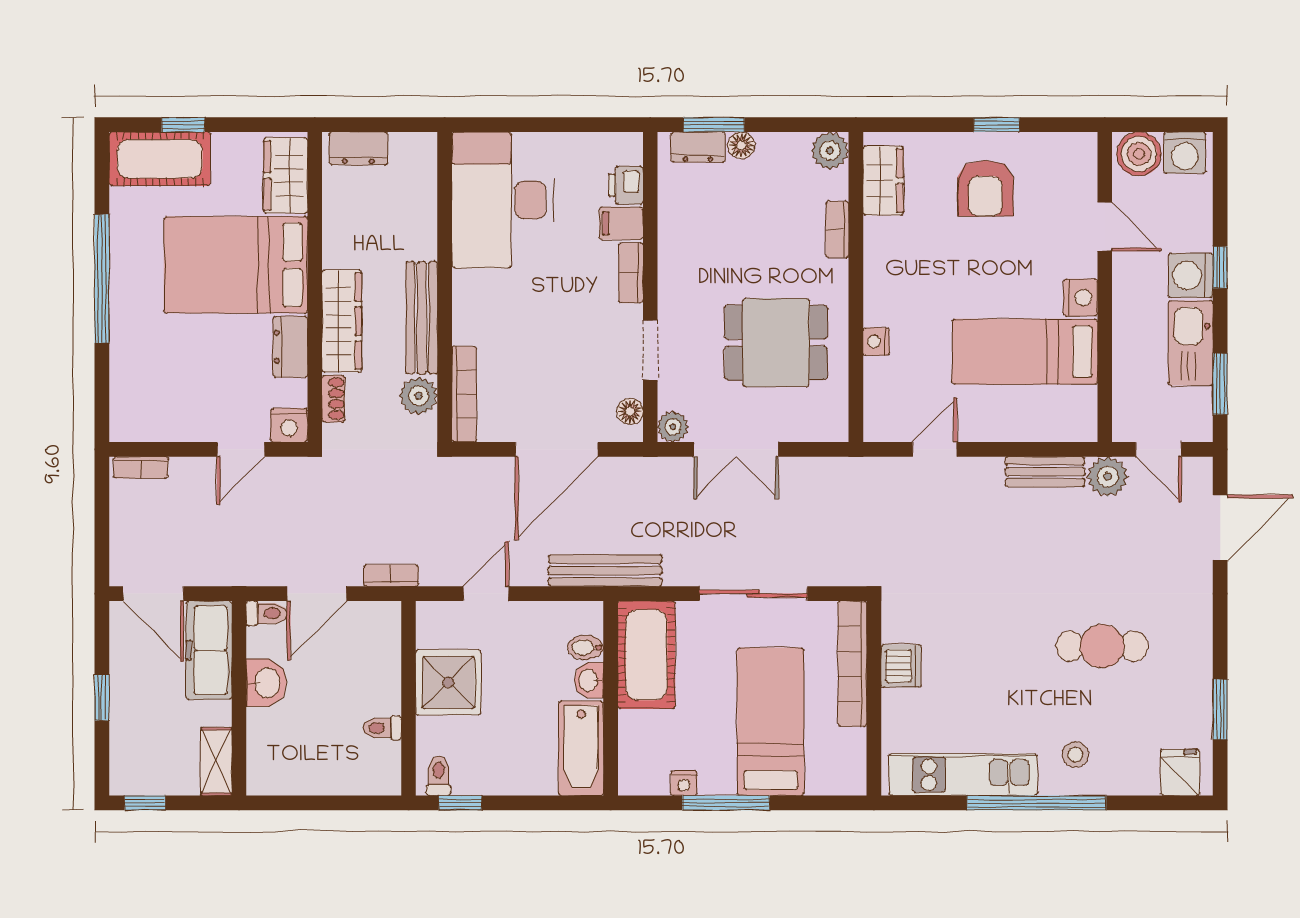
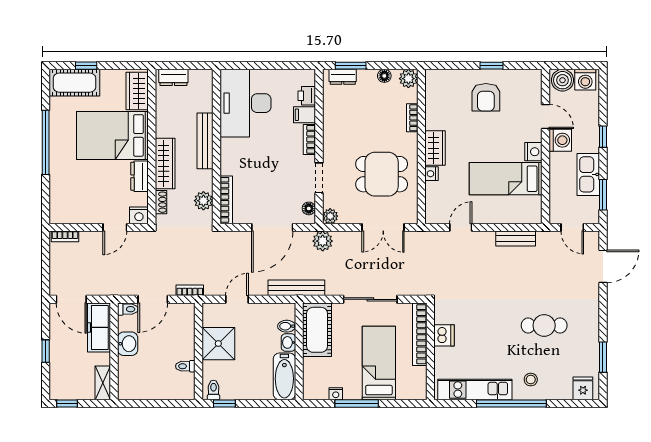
floor lamp: (741, 145) -> (384, 76), moved
wardrobe: (883, 181) -> (435, 148), moved
washing machine: (1191, 275) -> (560, 140), moved, turned 180
bench: (422, 318) -> (205, 141), moved
double door: (736, 449) -> (383, 227), moved
plant: (1108, 477) -> (323, 241), moved

